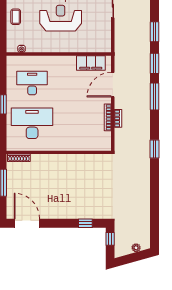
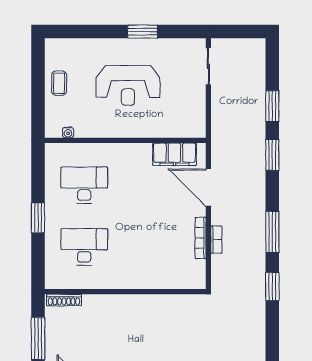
reception desk: (61, 18) -> (128, 85), turned 180
door: (113, 85) -> (208, 188), hinge flipped
window: (154, 96) -> (272, 232), moved
desk: (32, 123) -> (84, 247), width x0.73, depth x0.77

